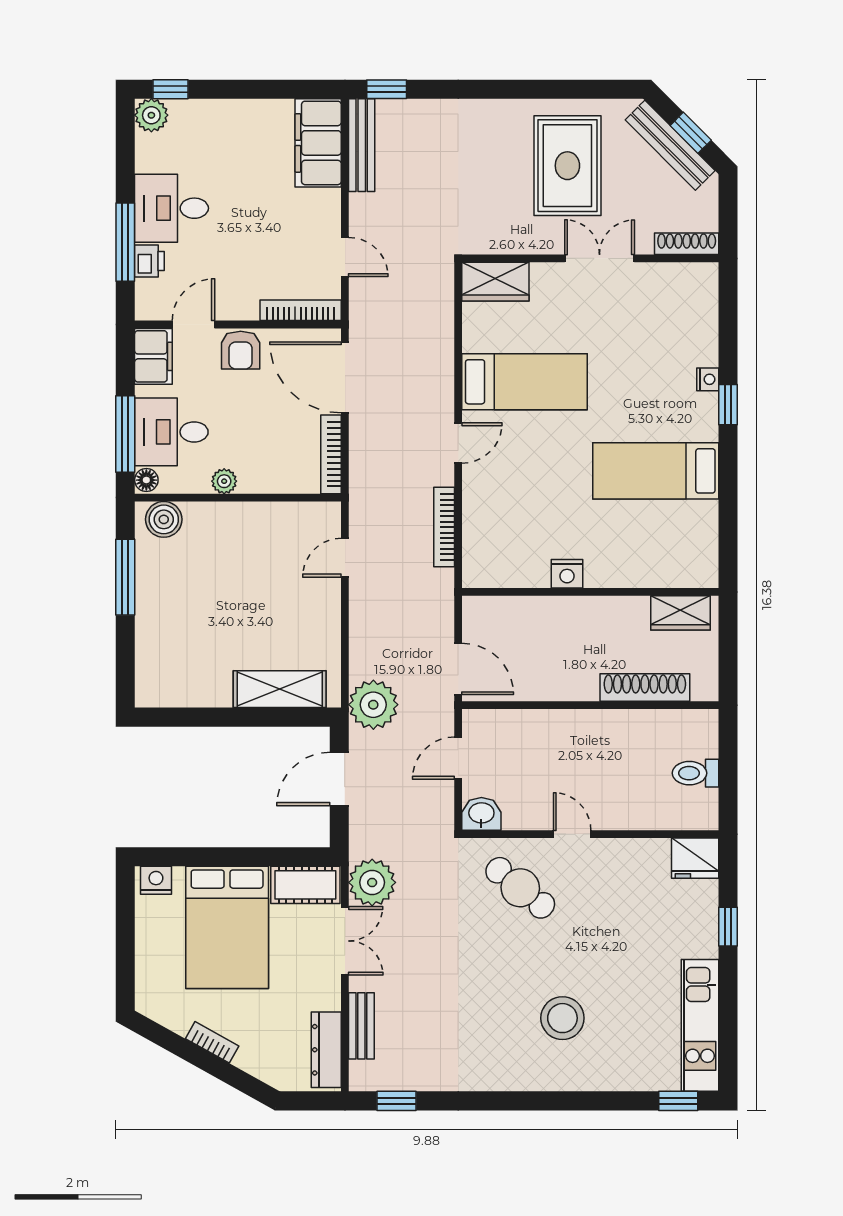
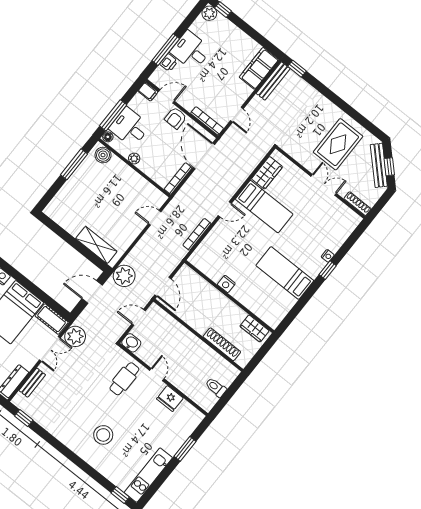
wardrobe: (495, 282) -> (267, 173), moved, turned -90
filing cabinet: (153, 356) -> (148, 92), width x0.50
fridge: (695, 858) -> (170, 398), moved
cafe table: (520, 888) -> (124, 379), turned 51
window: (728, 927) -> (185, 449), width x1.50

